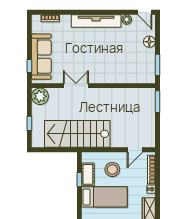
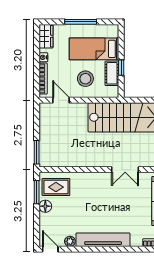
floor lamp: (149, 42) -> (45, 206), moved
rug: (140, 70) -> (56, 187), added
door: (135, 150) -> (61, 100), hinge flipped

